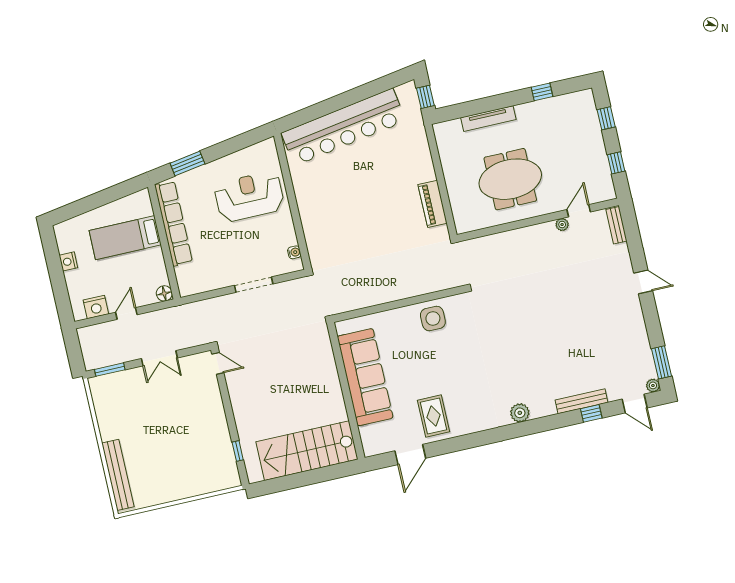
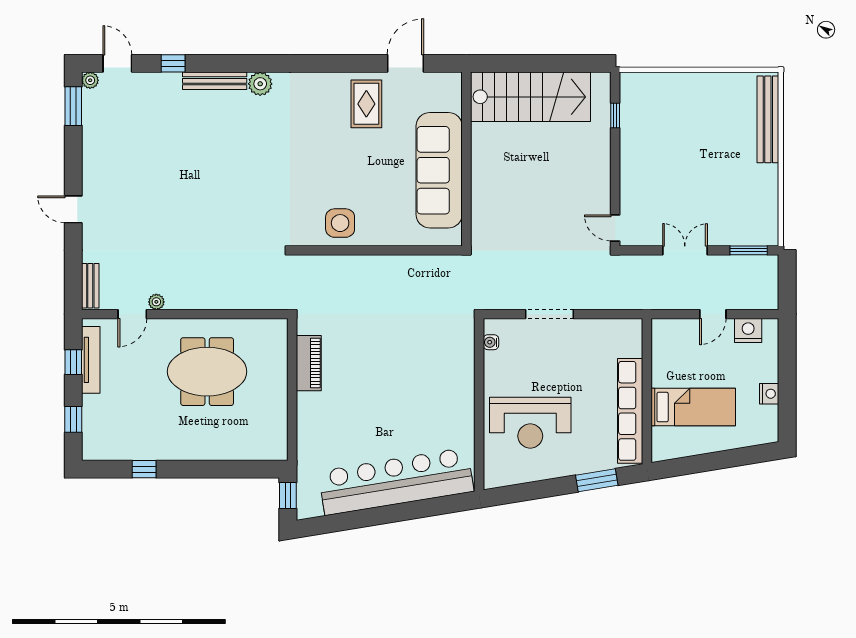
tv unit: (488, 119) -> (91, 360), moved, turned 90
floor lamp: (164, 293) -> (661, 328), removed
bench: (581, 401) -> (215, 81), moved

